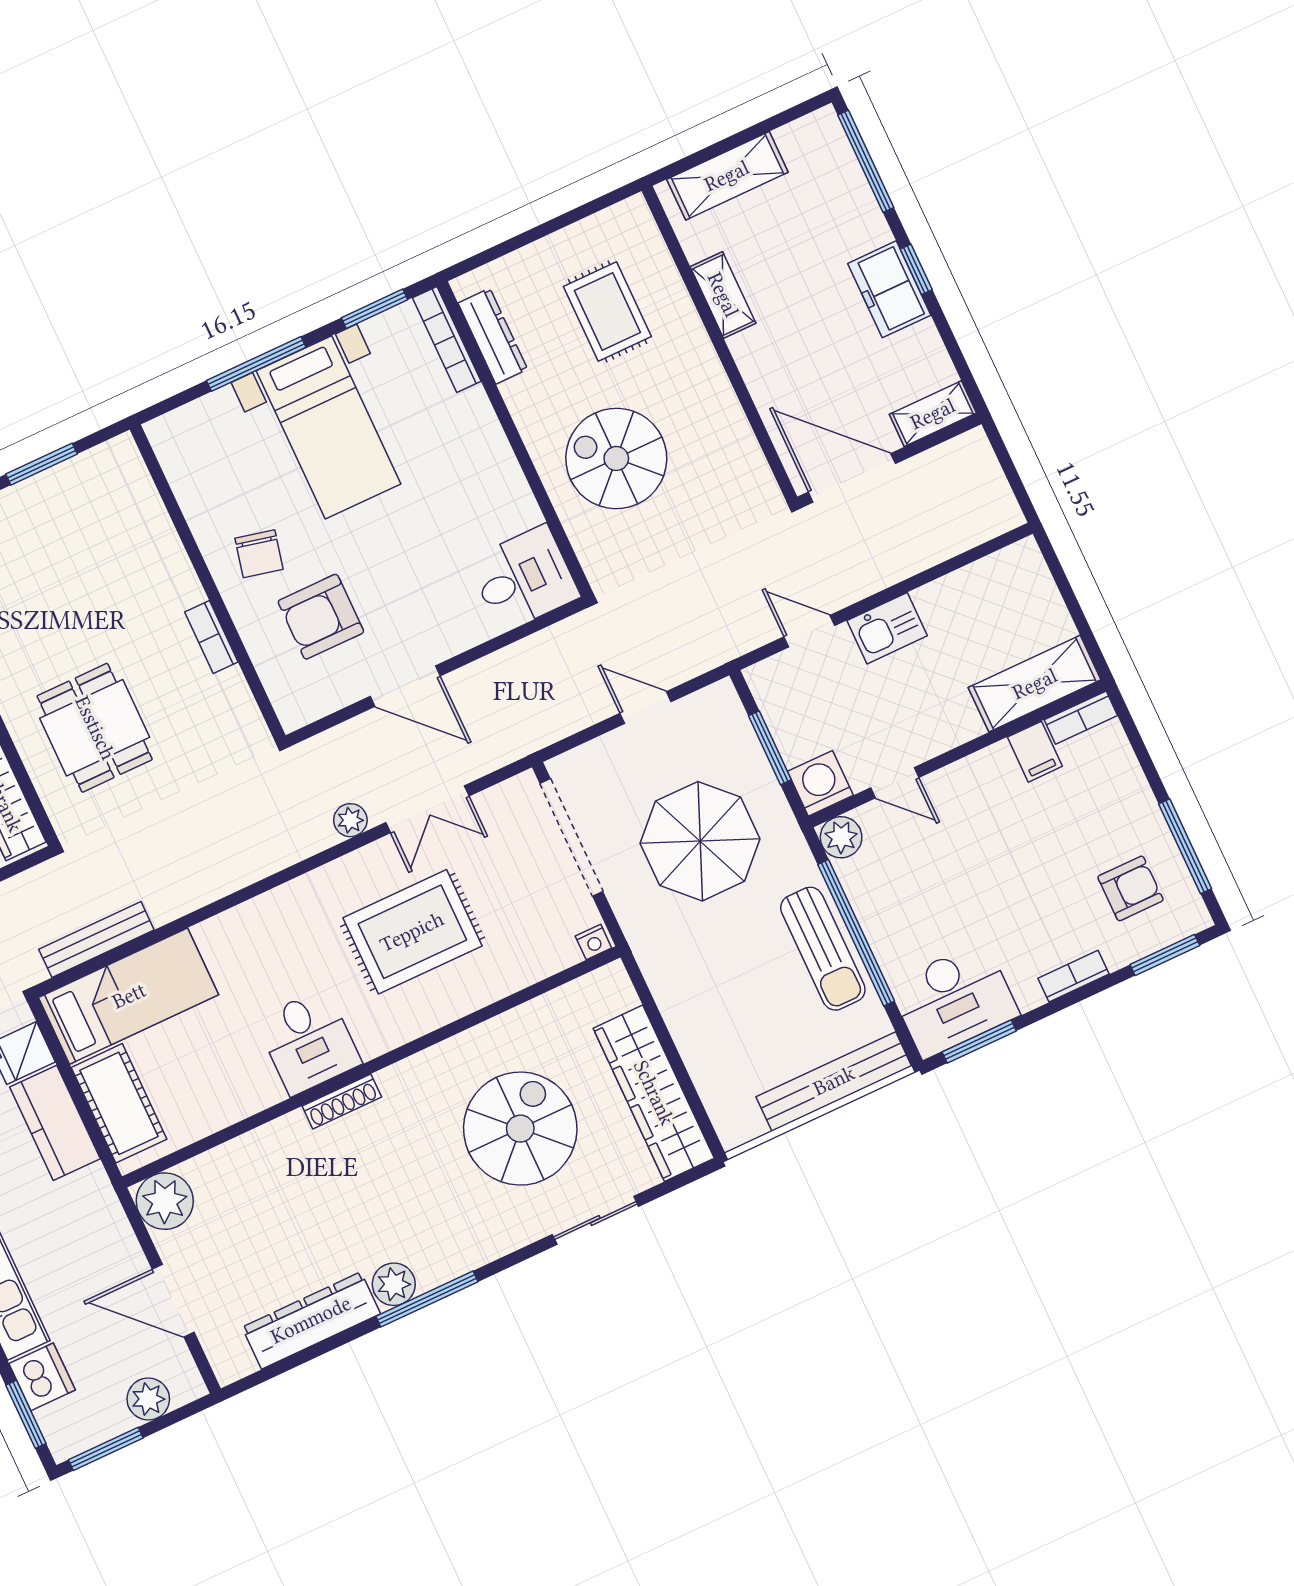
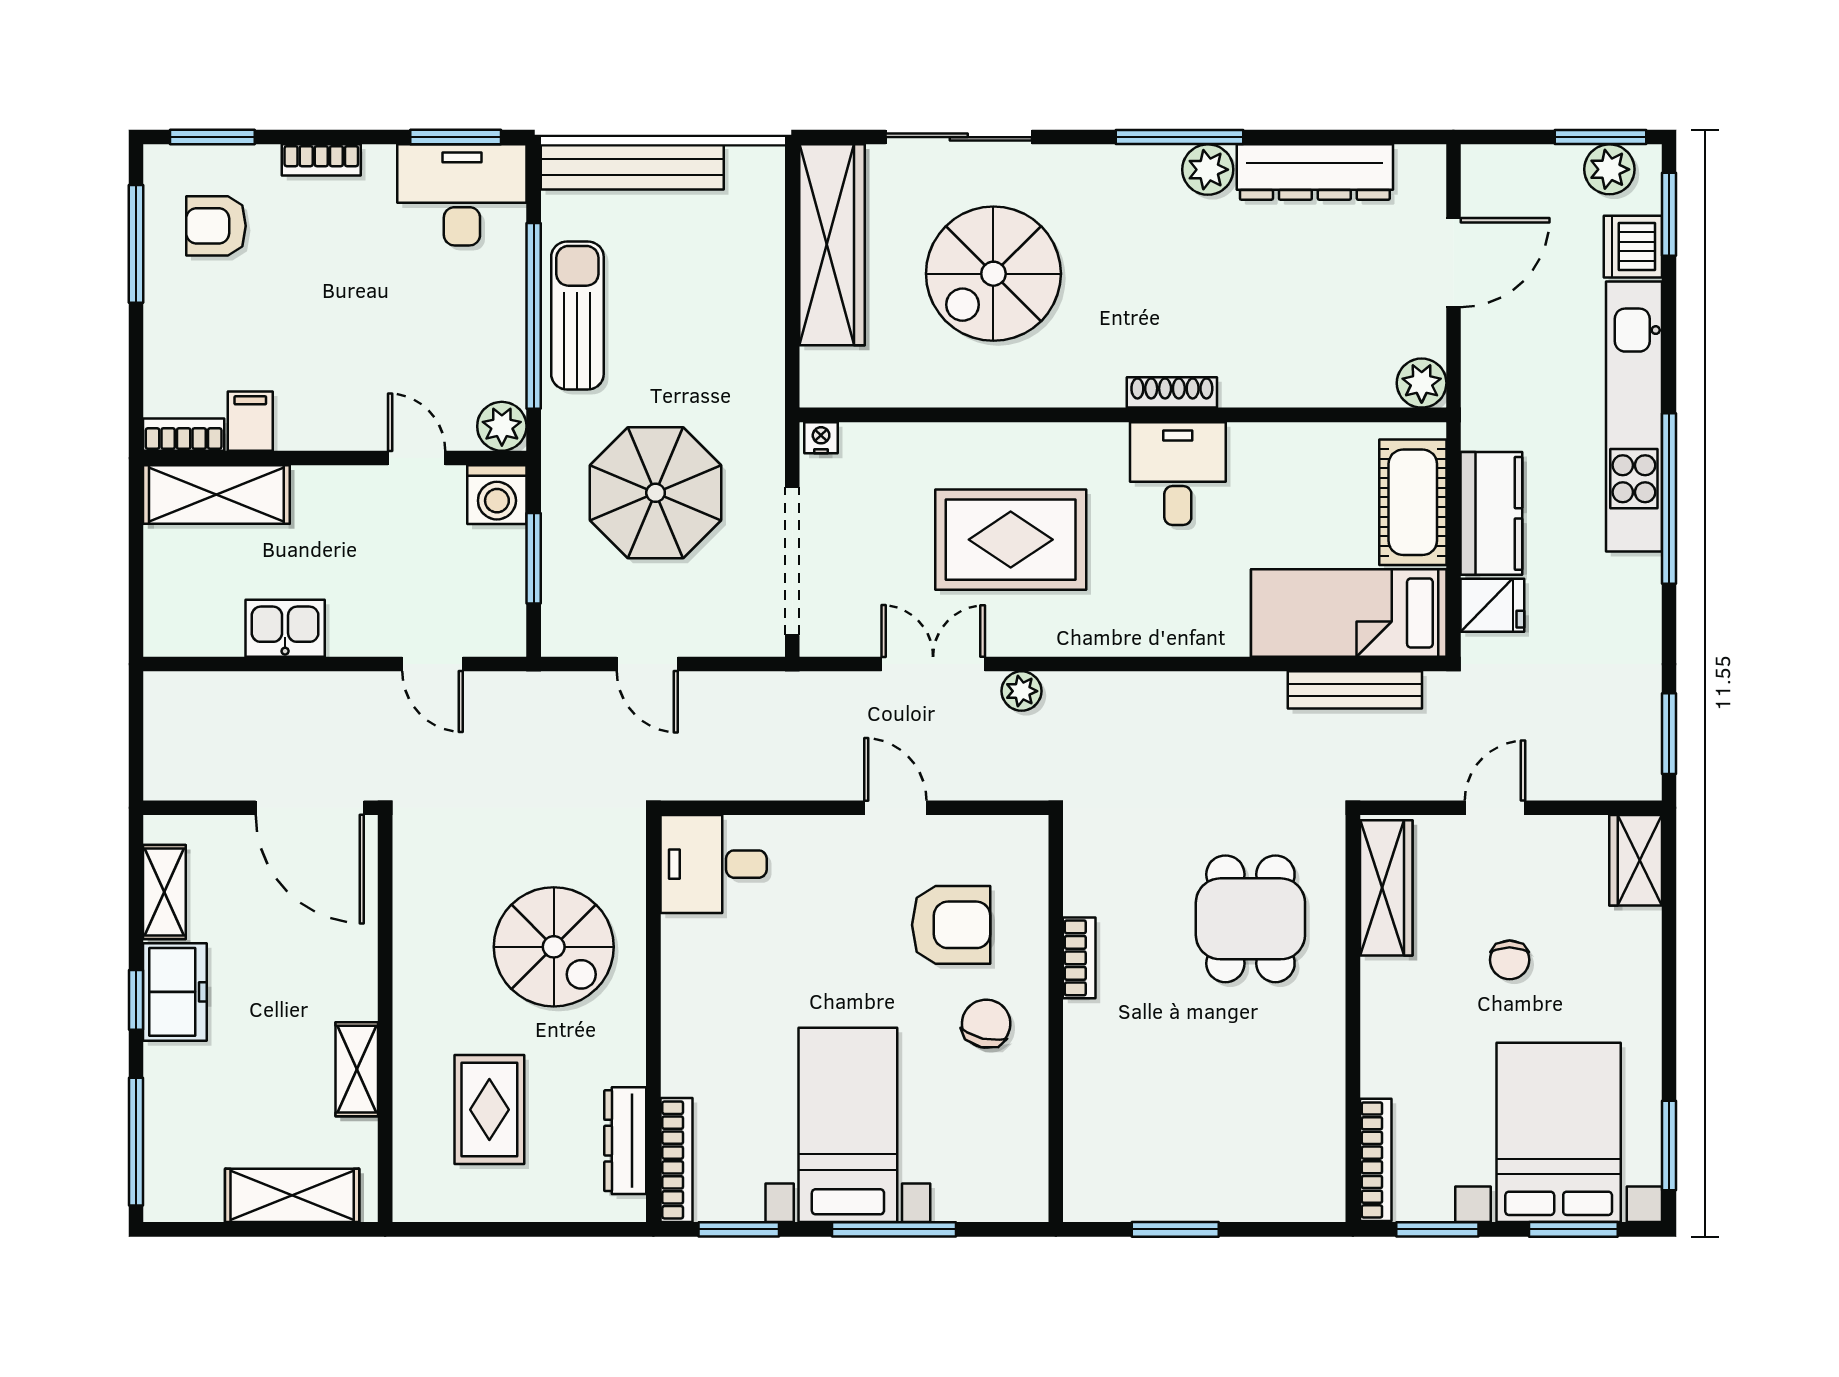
shelving: (933, 414) -> (164, 892), moved, turned 90
kitchen sink: (887, 628) -> (285, 628), moved
door: (405, 686) -> (895, 808), width x0.73
plant: (165, 1201) -> (1422, 383), width x0.73, depth x0.73
sliding door: (595, 1220) -> (959, 137), width x1.37
door: (173, 1301) -> (1453, 263), hinge flipped
plant: (148, 1399) -> (1609, 169), moved

